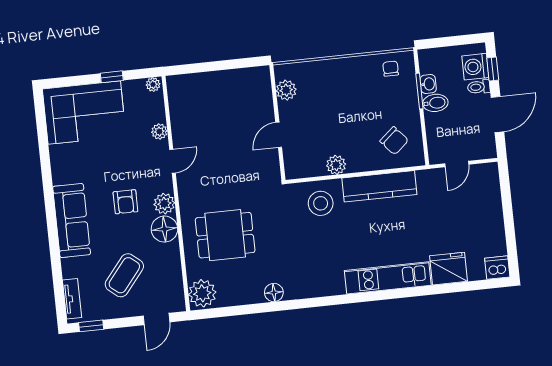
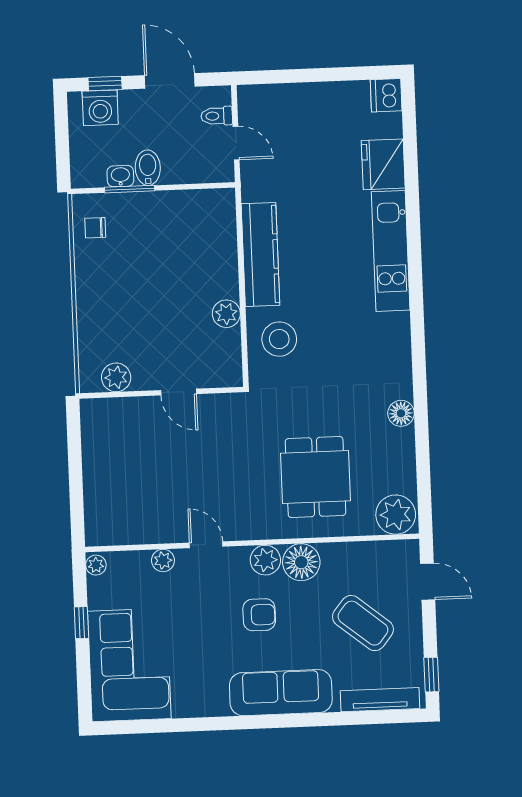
toilet: (479, 87) -> (217, 116), moved, turned 90
chair: (394, 141) -> (197, 229), removed
tv unit: (72, 299) -> (380, 700), width x1.41

